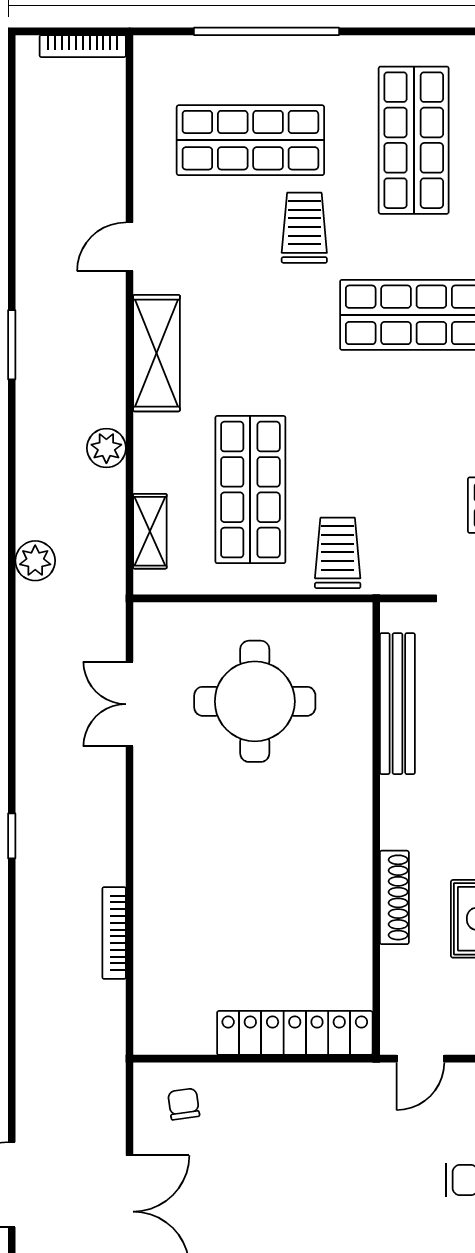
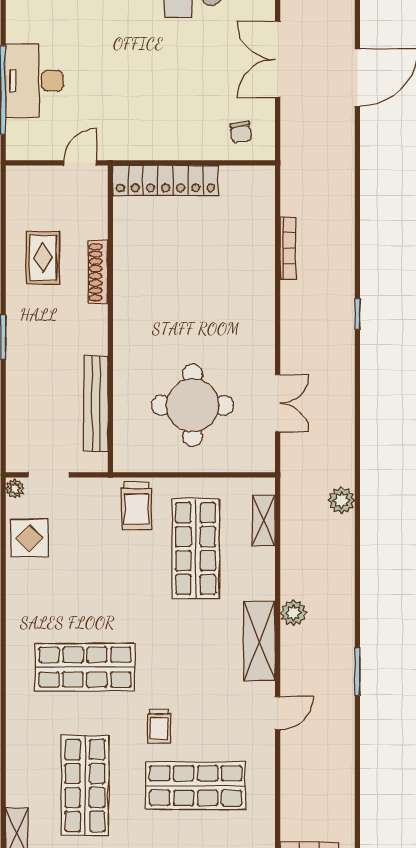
trolley: (304, 228) -> (159, 726), width x0.73, depth x0.72
window: (12, 345) -> (357, 672), moved
plant: (106, 448) -> (293, 613), moved

